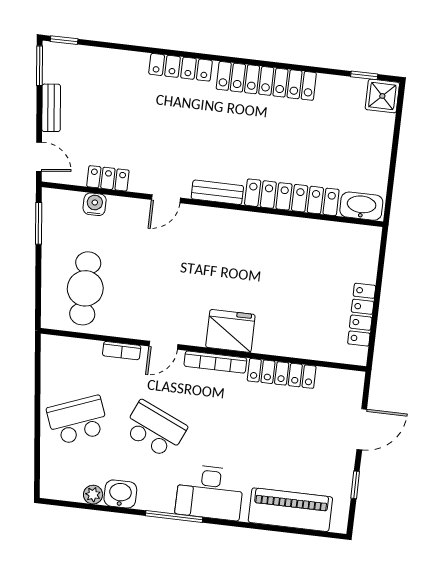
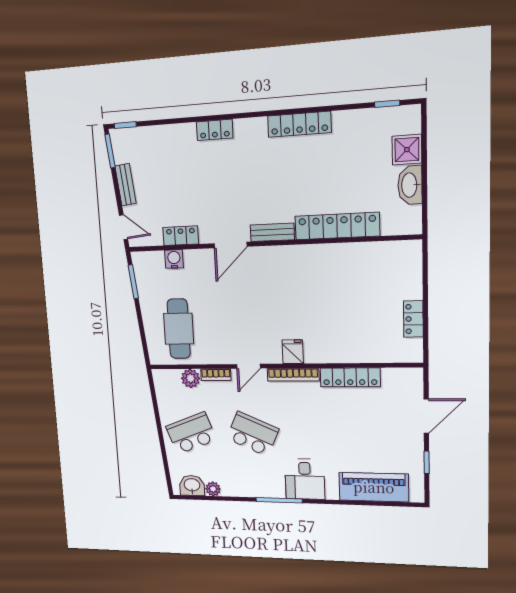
locker: (181, 67) -> (215, 130), width x0.66
locker: (266, 81) -> (299, 124), width x0.71, depth x0.83
shower: (382, 96) -> (407, 150), moved
door: (166, 199) -> (231, 245), width x1.38
washbasin: (361, 206) -> (410, 185), moved, turned -90
locker: (362, 315) -> (413, 319), width x0.66
fridge: (230, 331) -> (293, 352), width x0.53, depth x0.75
plant: (89, 351) -> (191, 378), added
desk: (210, 492) -> (305, 479), width x0.73
washbasin: (120, 494) -> (192, 485), moved

